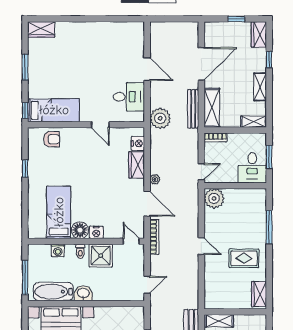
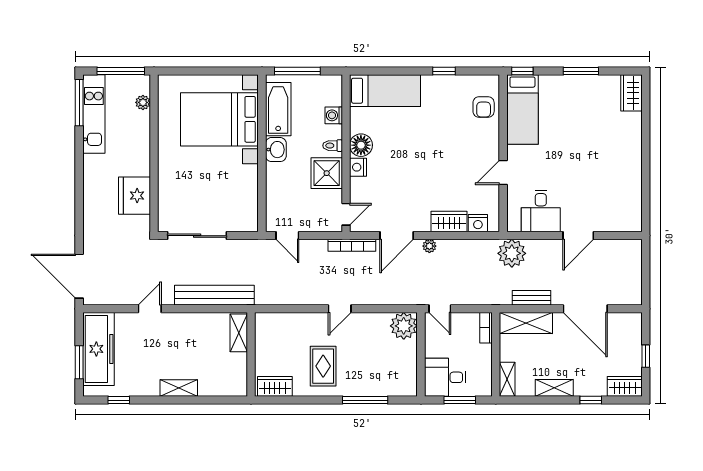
bench: (193, 109) -> (531, 298), width x0.73
bed: (59, 212) -> (385, 91), moved

